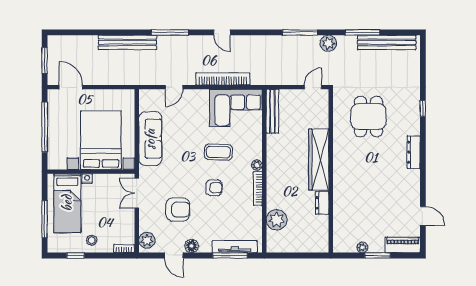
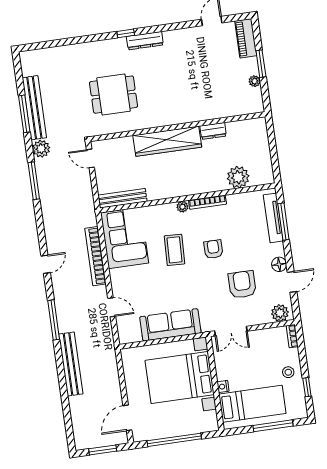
bench: (387, 42) -> (34, 108), moved
window: (423, 108) -> (126, 33), moved

